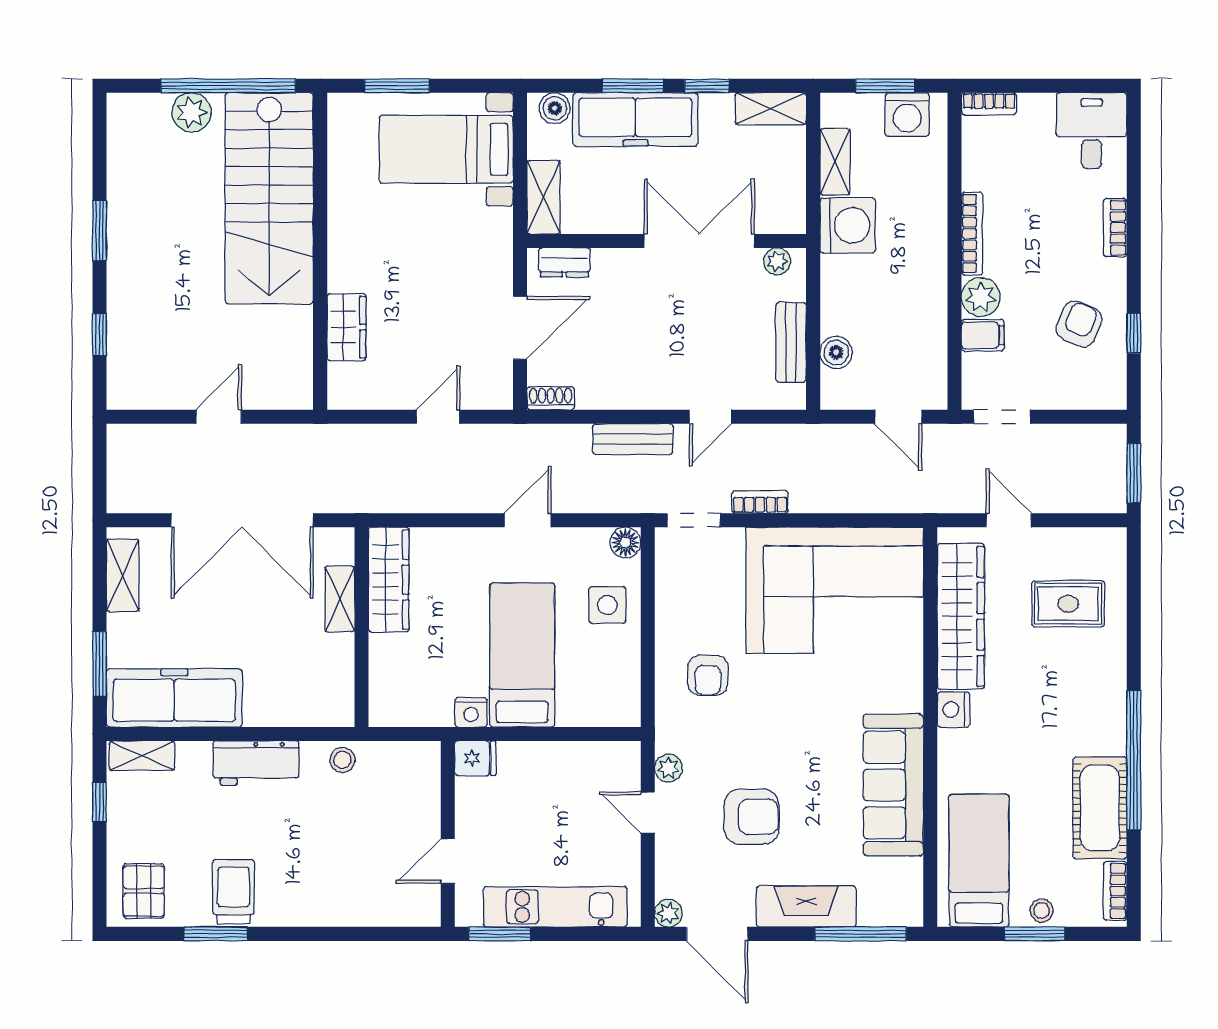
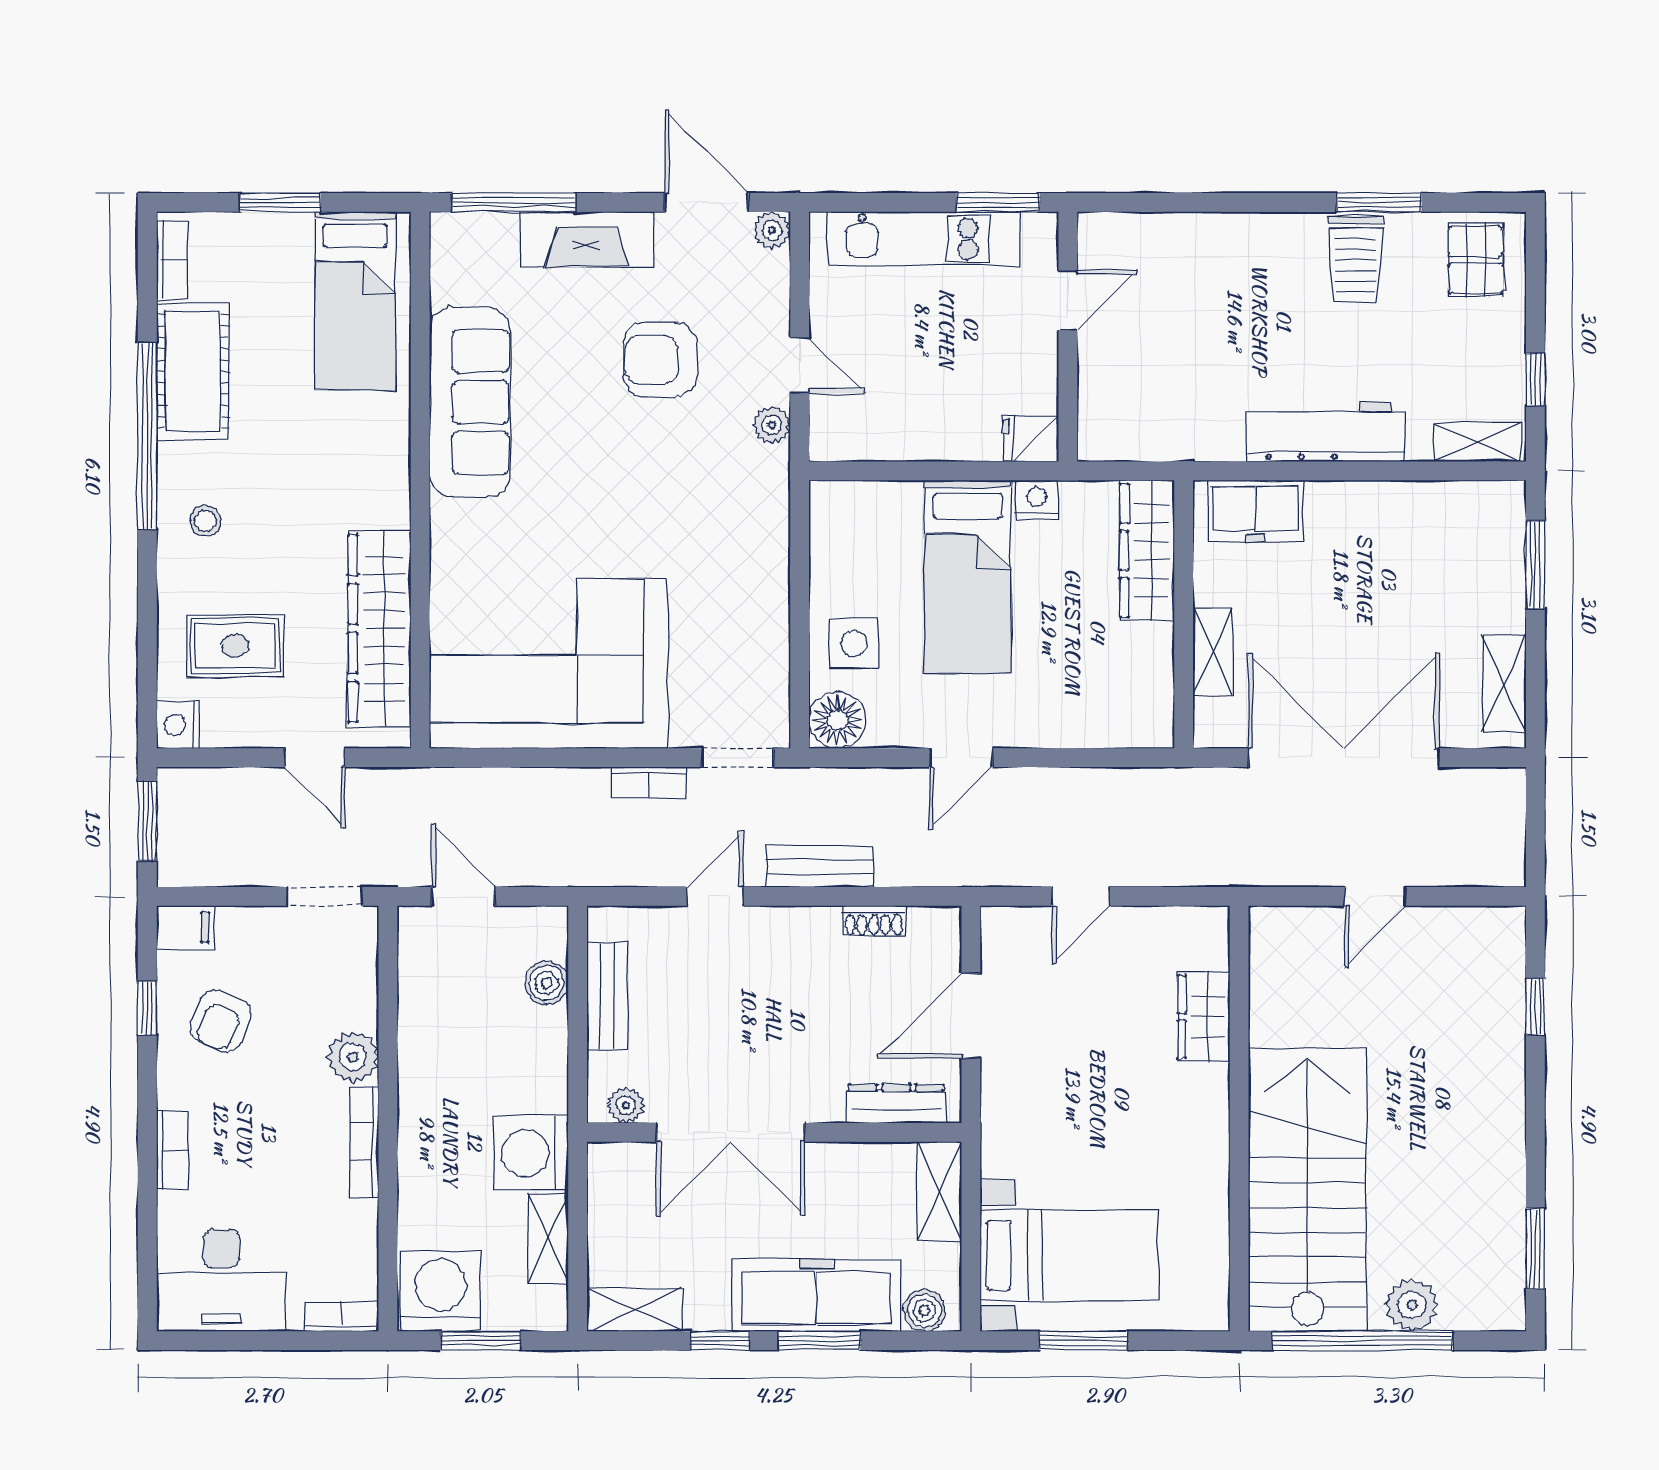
window: (397, 86) -> (1083, 1341), moved
washing machine: (907, 115) -> (440, 1291), width x1.37, depth x1.37
desk: (1092, 131) -> (221, 1280), width x1.37
window: (99, 231) -> (1535, 1249), moved
dresser: (564, 262) -> (896, 1104), width x1.44
filing cabinet: (983, 335) -> (185, 927), moved, turned 180
shoe rack: (551, 398) -> (874, 921), moved
floor lamp: (625, 543) -> (837, 720), width x1.38, depth x1.38
wardrobe: (389, 580) -> (1147, 551), moved
armchair: (708, 675) -> (719, 550), removed
freezer: (174, 698) -> (1255, 511), moved, width x0.52, depth x0.79
nightstand: (953, 710) -> (178, 725), moved, turned 180
stool: (342, 760) -> (1209, 436), removed
workbench: (256, 763) -> (1325, 432), width x1.38
stool: (1042, 910) -> (205, 521), moved

